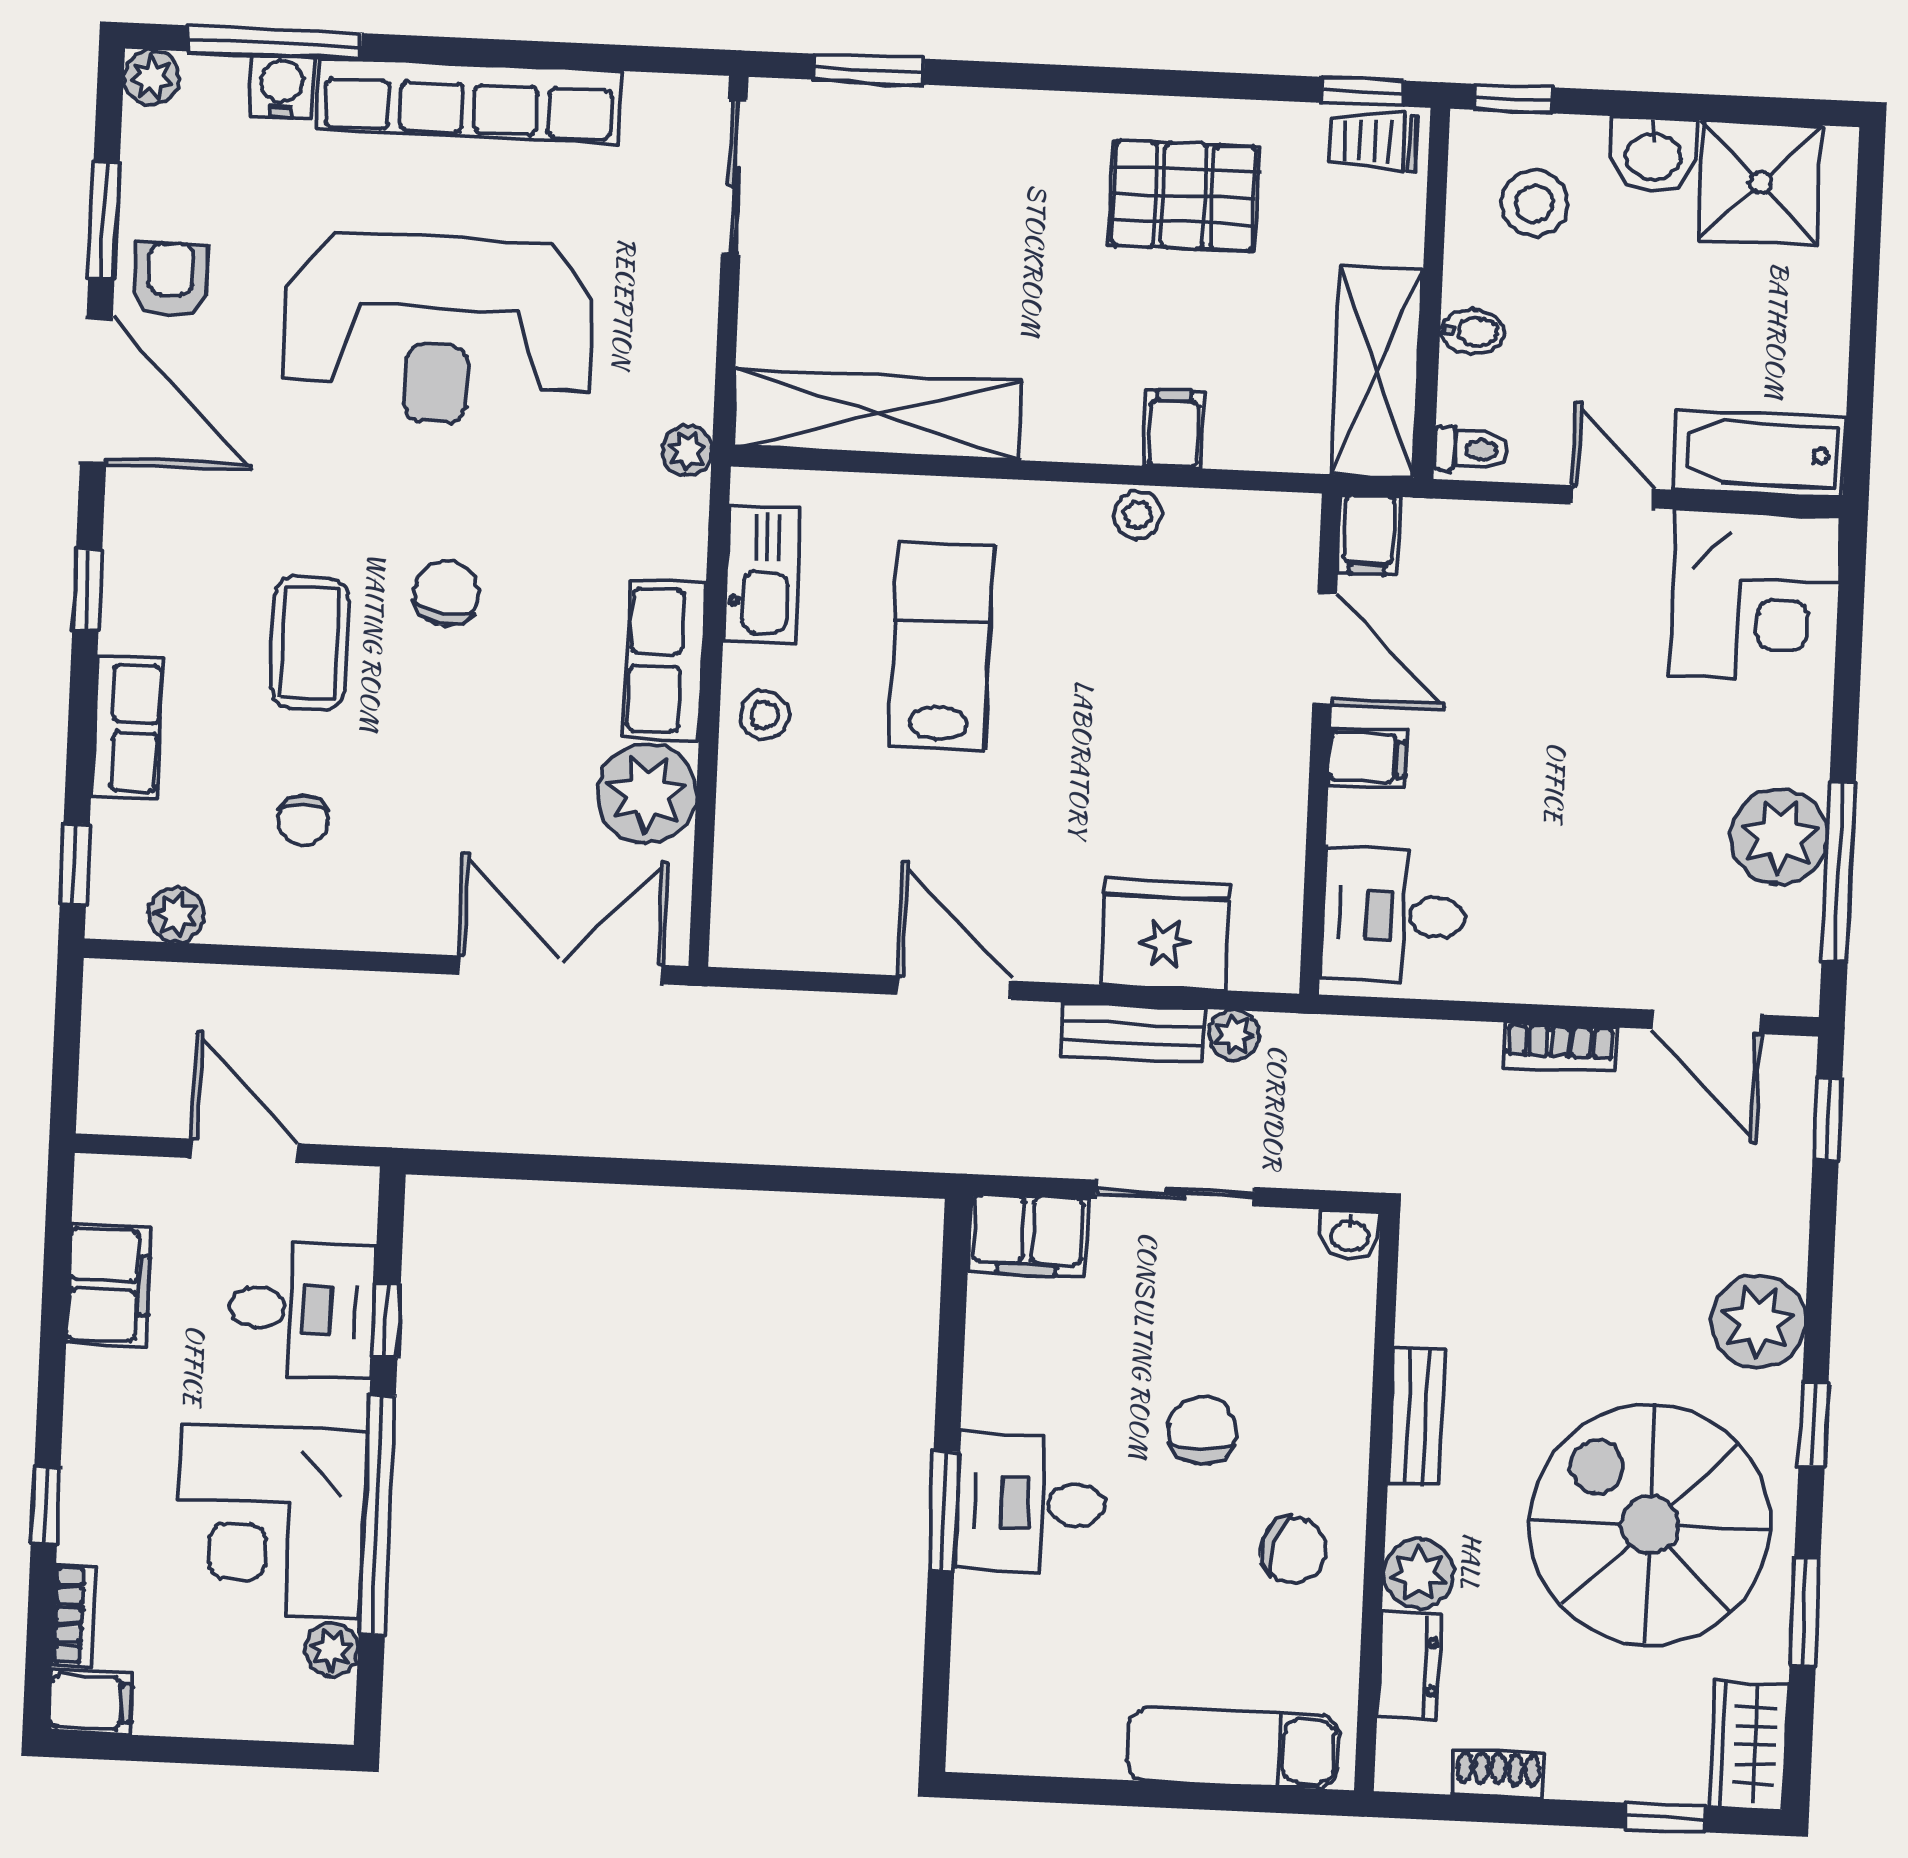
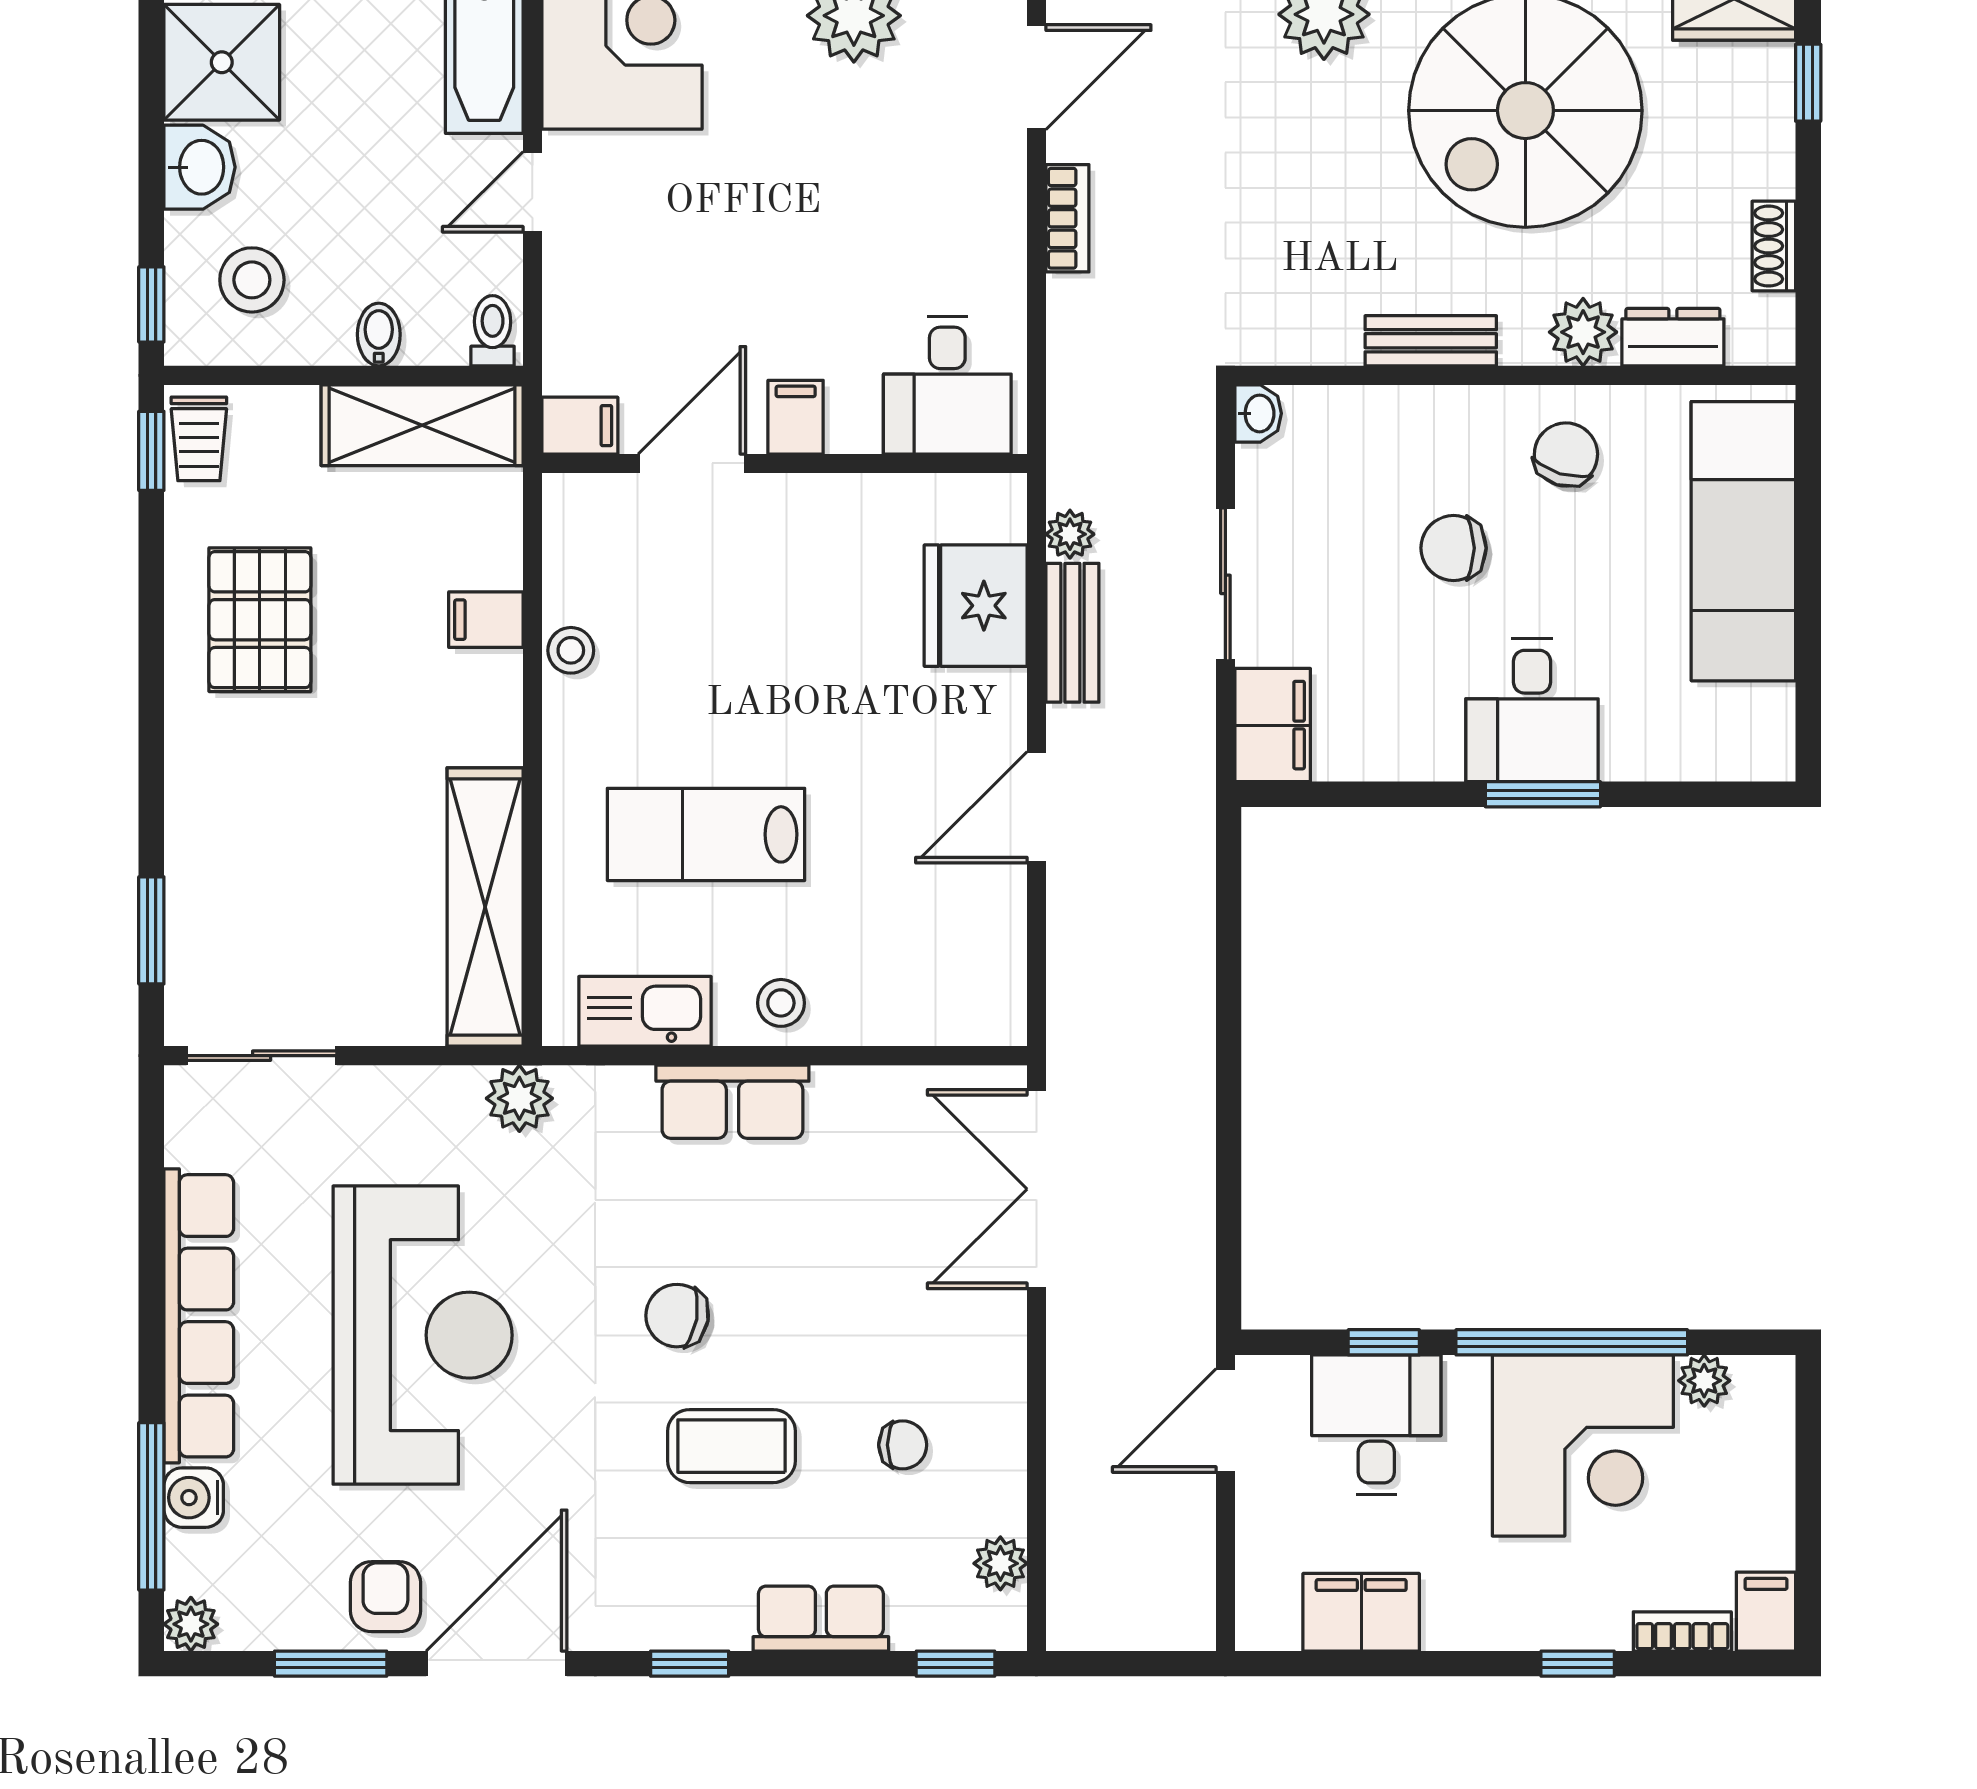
armchair: (171, 279) -> (385, 1597), turned 90
plant: (687, 451) -> (519, 1098), width x1.38, depth x1.38
plant: (647, 794) -> (862, 1113), removed
door: (245, 1151) -> (1225, 1421), moved
exam couch: (1233, 1748) -> (1743, 541), width x1.36, depth x1.45

